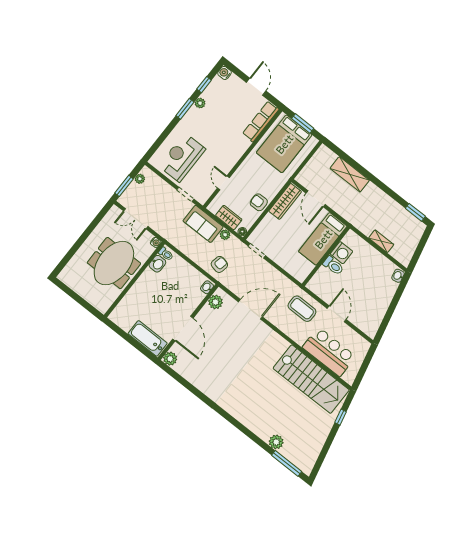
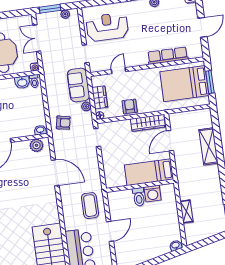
row of seats: (261, 121) -> (168, 56), moved

